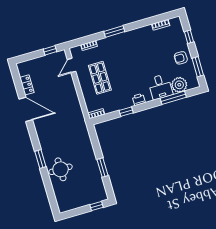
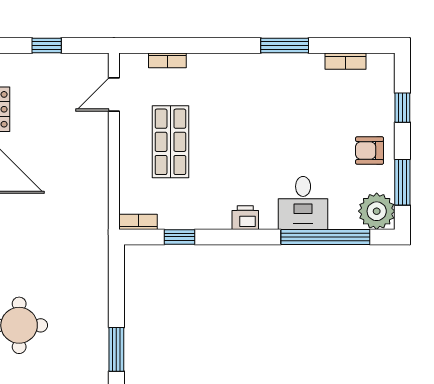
window: (114, 32) -> (285, 46), moved
window: (50, 50) -> (47, 46), moved
plant: (179, 85) -> (377, 211), moved
window: (173, 98) -> (325, 237), width x1.46
window: (126, 112) -> (180, 237), moved

